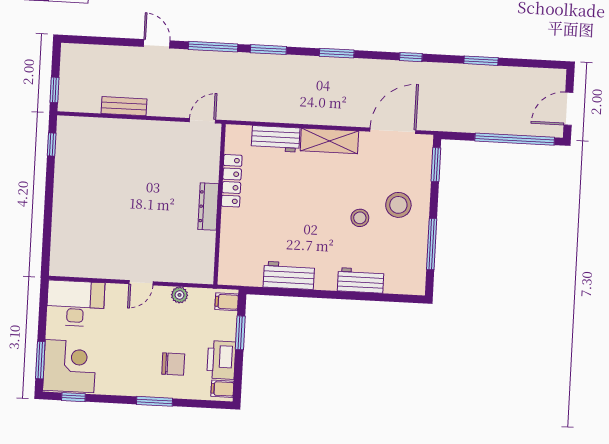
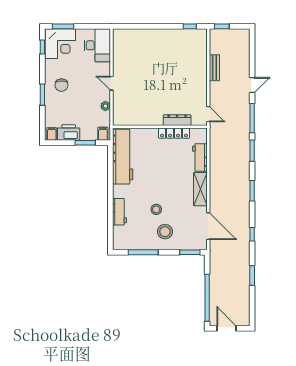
dresser: (208, 207) -> (177, 120), moved
workbench: (289, 275) -> (123, 157), width x1.88, depth x1.32
chair: (173, 364) -> (61, 85), moved

